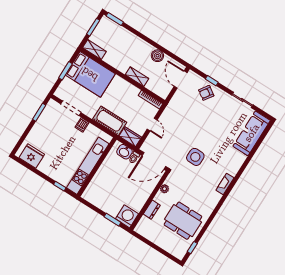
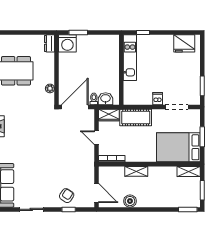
side table: (195, 157) -> (41, 133), removed
kitchen unit: (88, 166) -> (130, 58), width x0.73
dresser: (152, 210) -> (49, 43), moved

